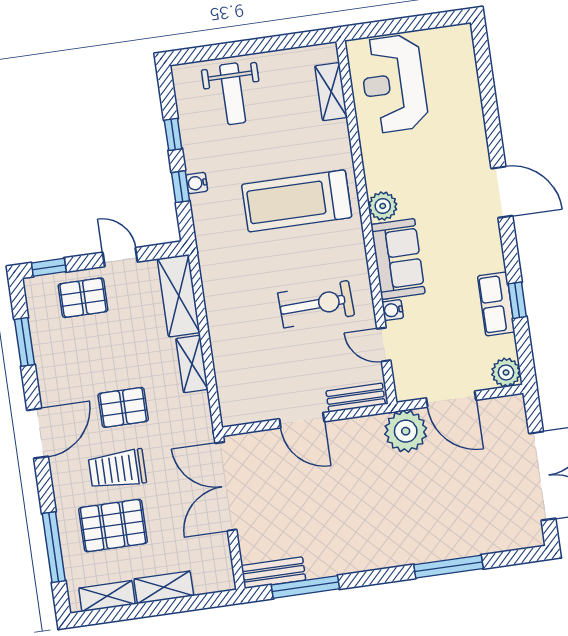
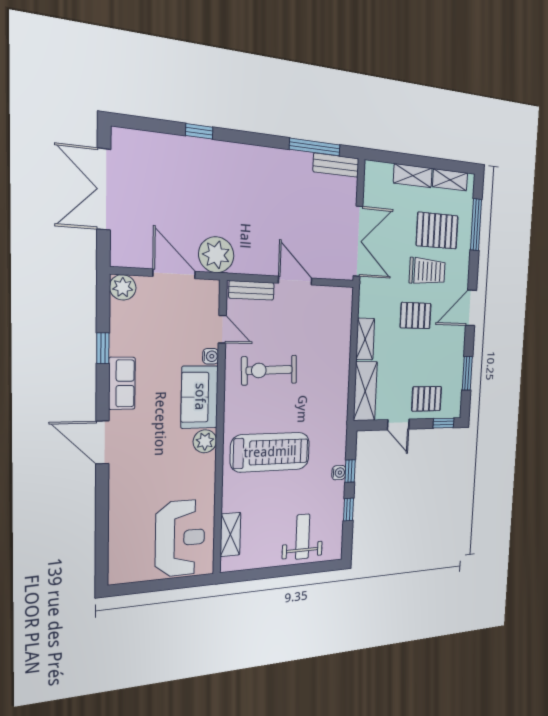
row of seats: (496, 304) -> (122, 383), moved
window: (448, 567) -> (199, 131), width x0.46

